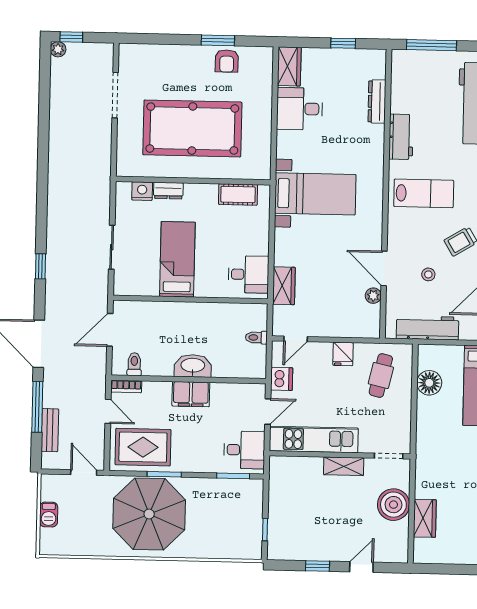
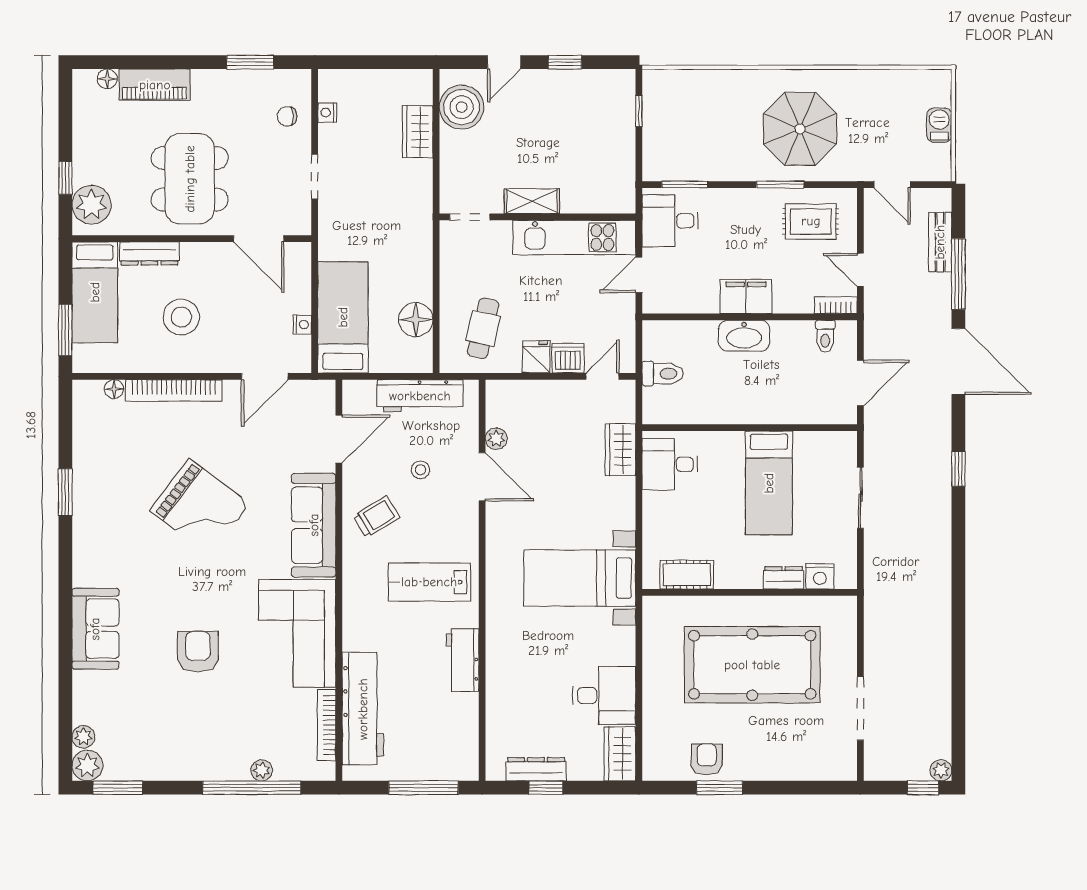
dresser: (377, 101) -> (536, 769), moved, turned -90
toilet: (256, 337) -> (663, 374), width x1.37, depth x1.39
dishwasher: (282, 379) -> (568, 358), moved, turned 90
rug: (143, 447) -> (811, 221), width x0.73, depth x0.70
boiler: (393, 505) -> (462, 107), moved
parasol: (149, 514) -> (800, 129), width x0.73, depth x0.73

